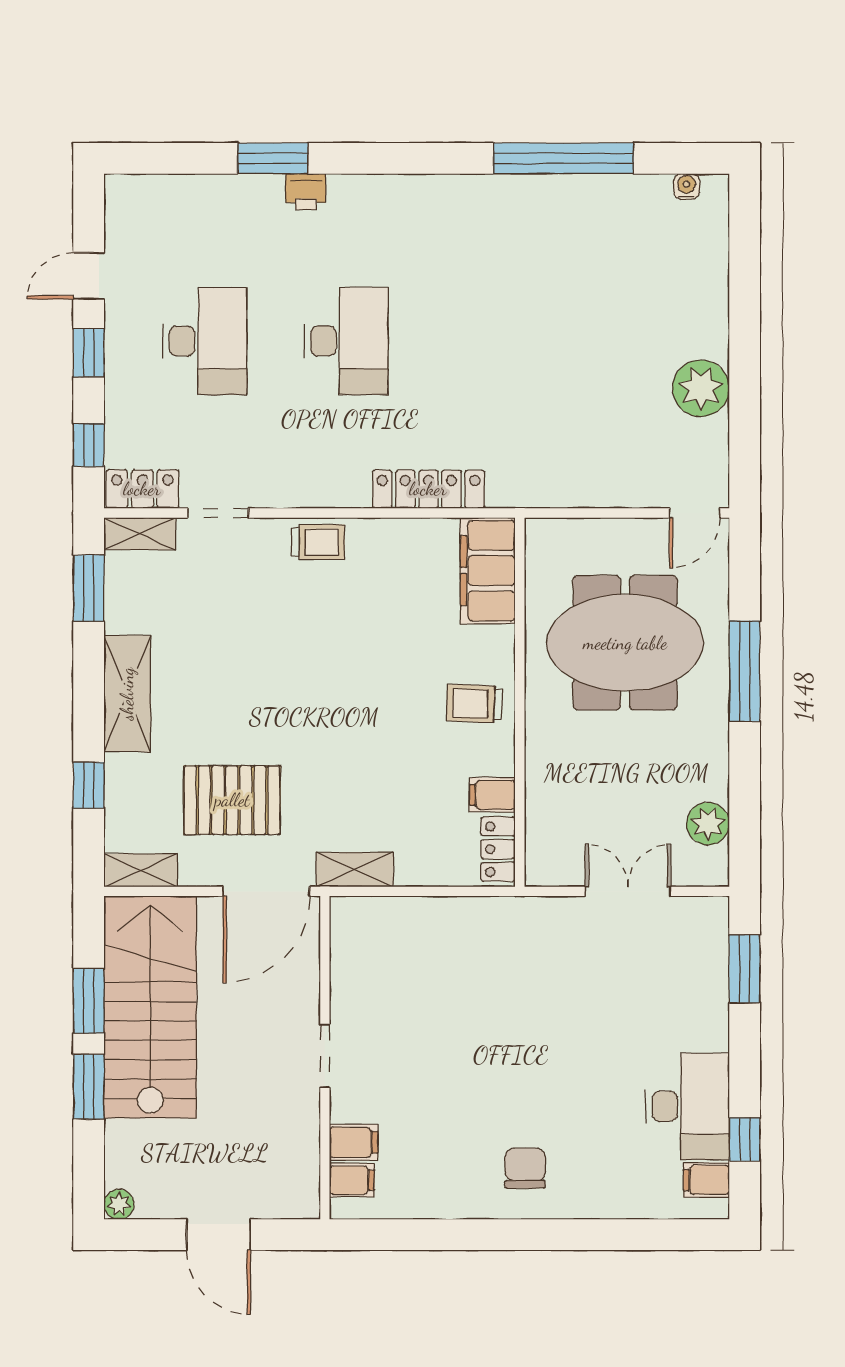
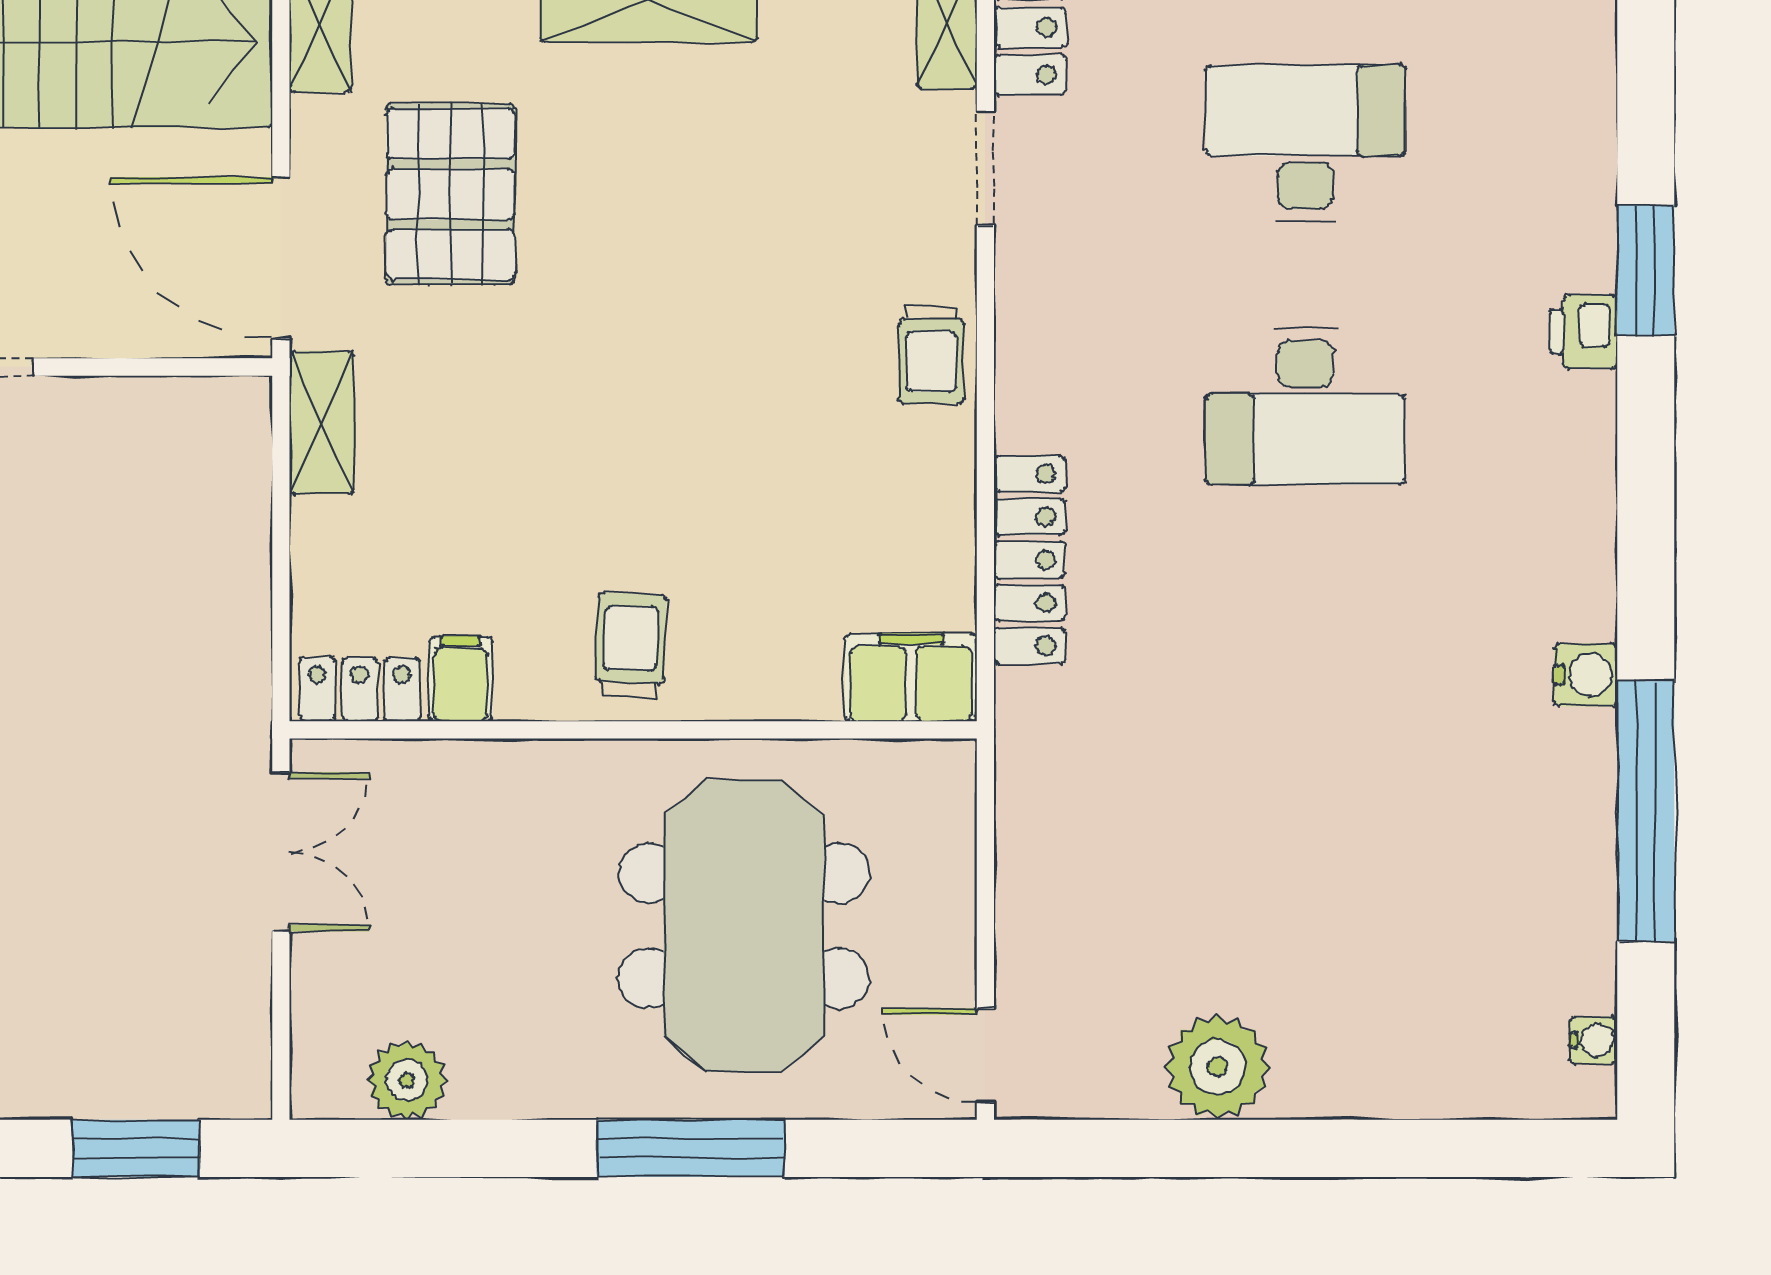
water cooler: (490, 191) -> (1586, 675), added
desk: (205, 341) -> (1306, 143), turned 180
filing cabinet: (488, 571) -> (911, 678), width x0.67, depth x0.86
double door: (628, 891) -> (281, 852), moved

